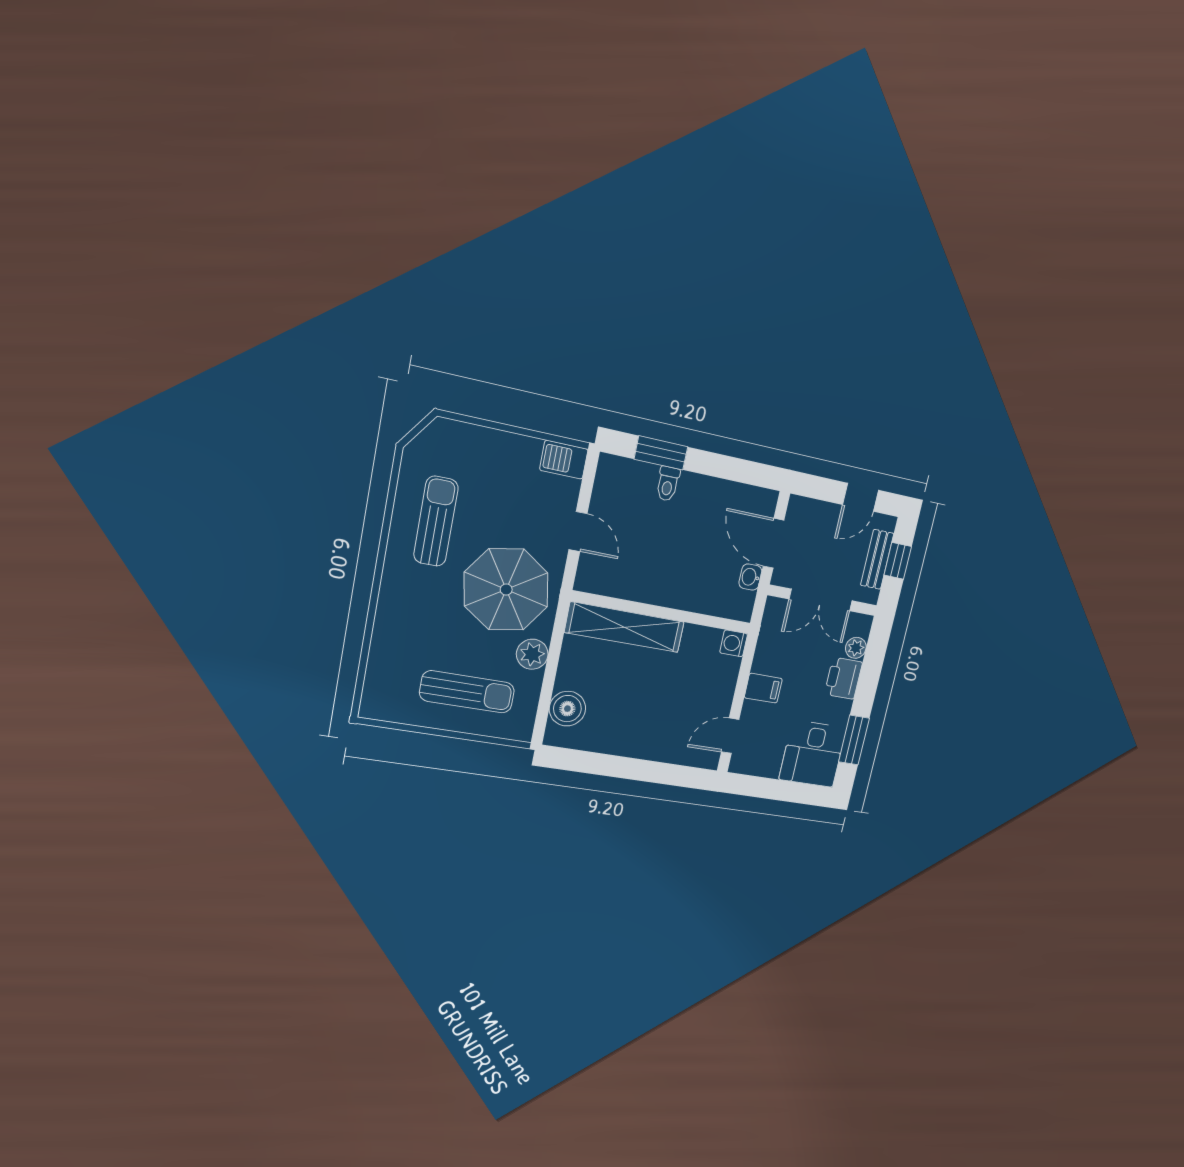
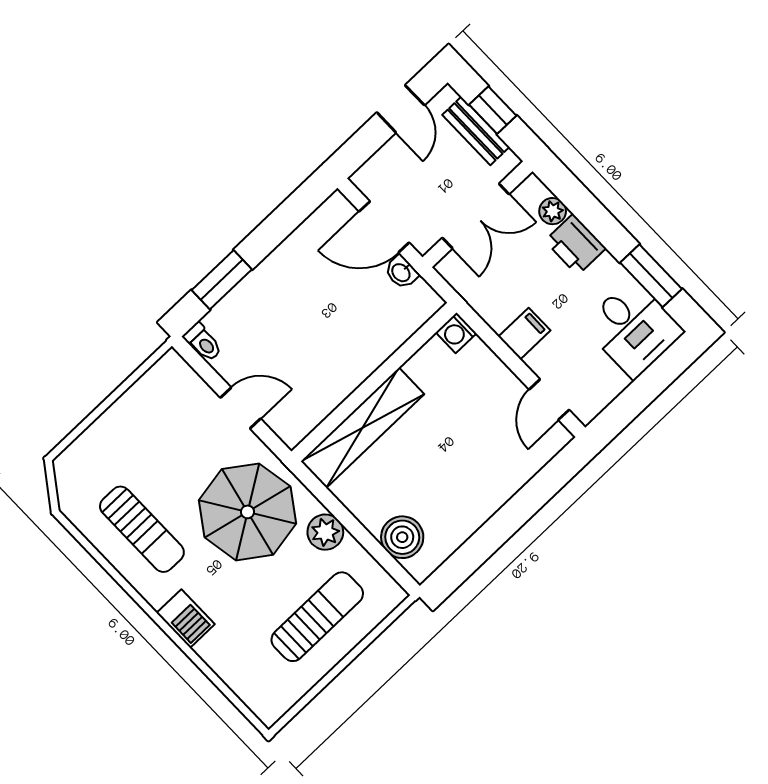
barbecue: (564, 460) -> (186, 619), moved, turned -90
toilet: (668, 484) -> (203, 342), moved
sun lounger: (436, 521) -> (142, 529), turned 180

